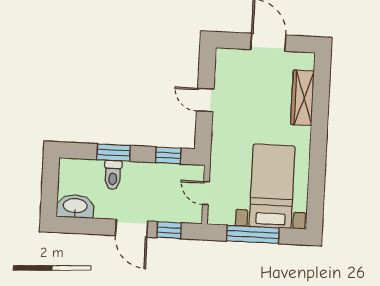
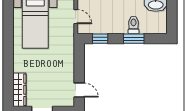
wardrobe: (302, 98) -> (19, 90), moved
door: (205, 100) -> (79, 90), moved

